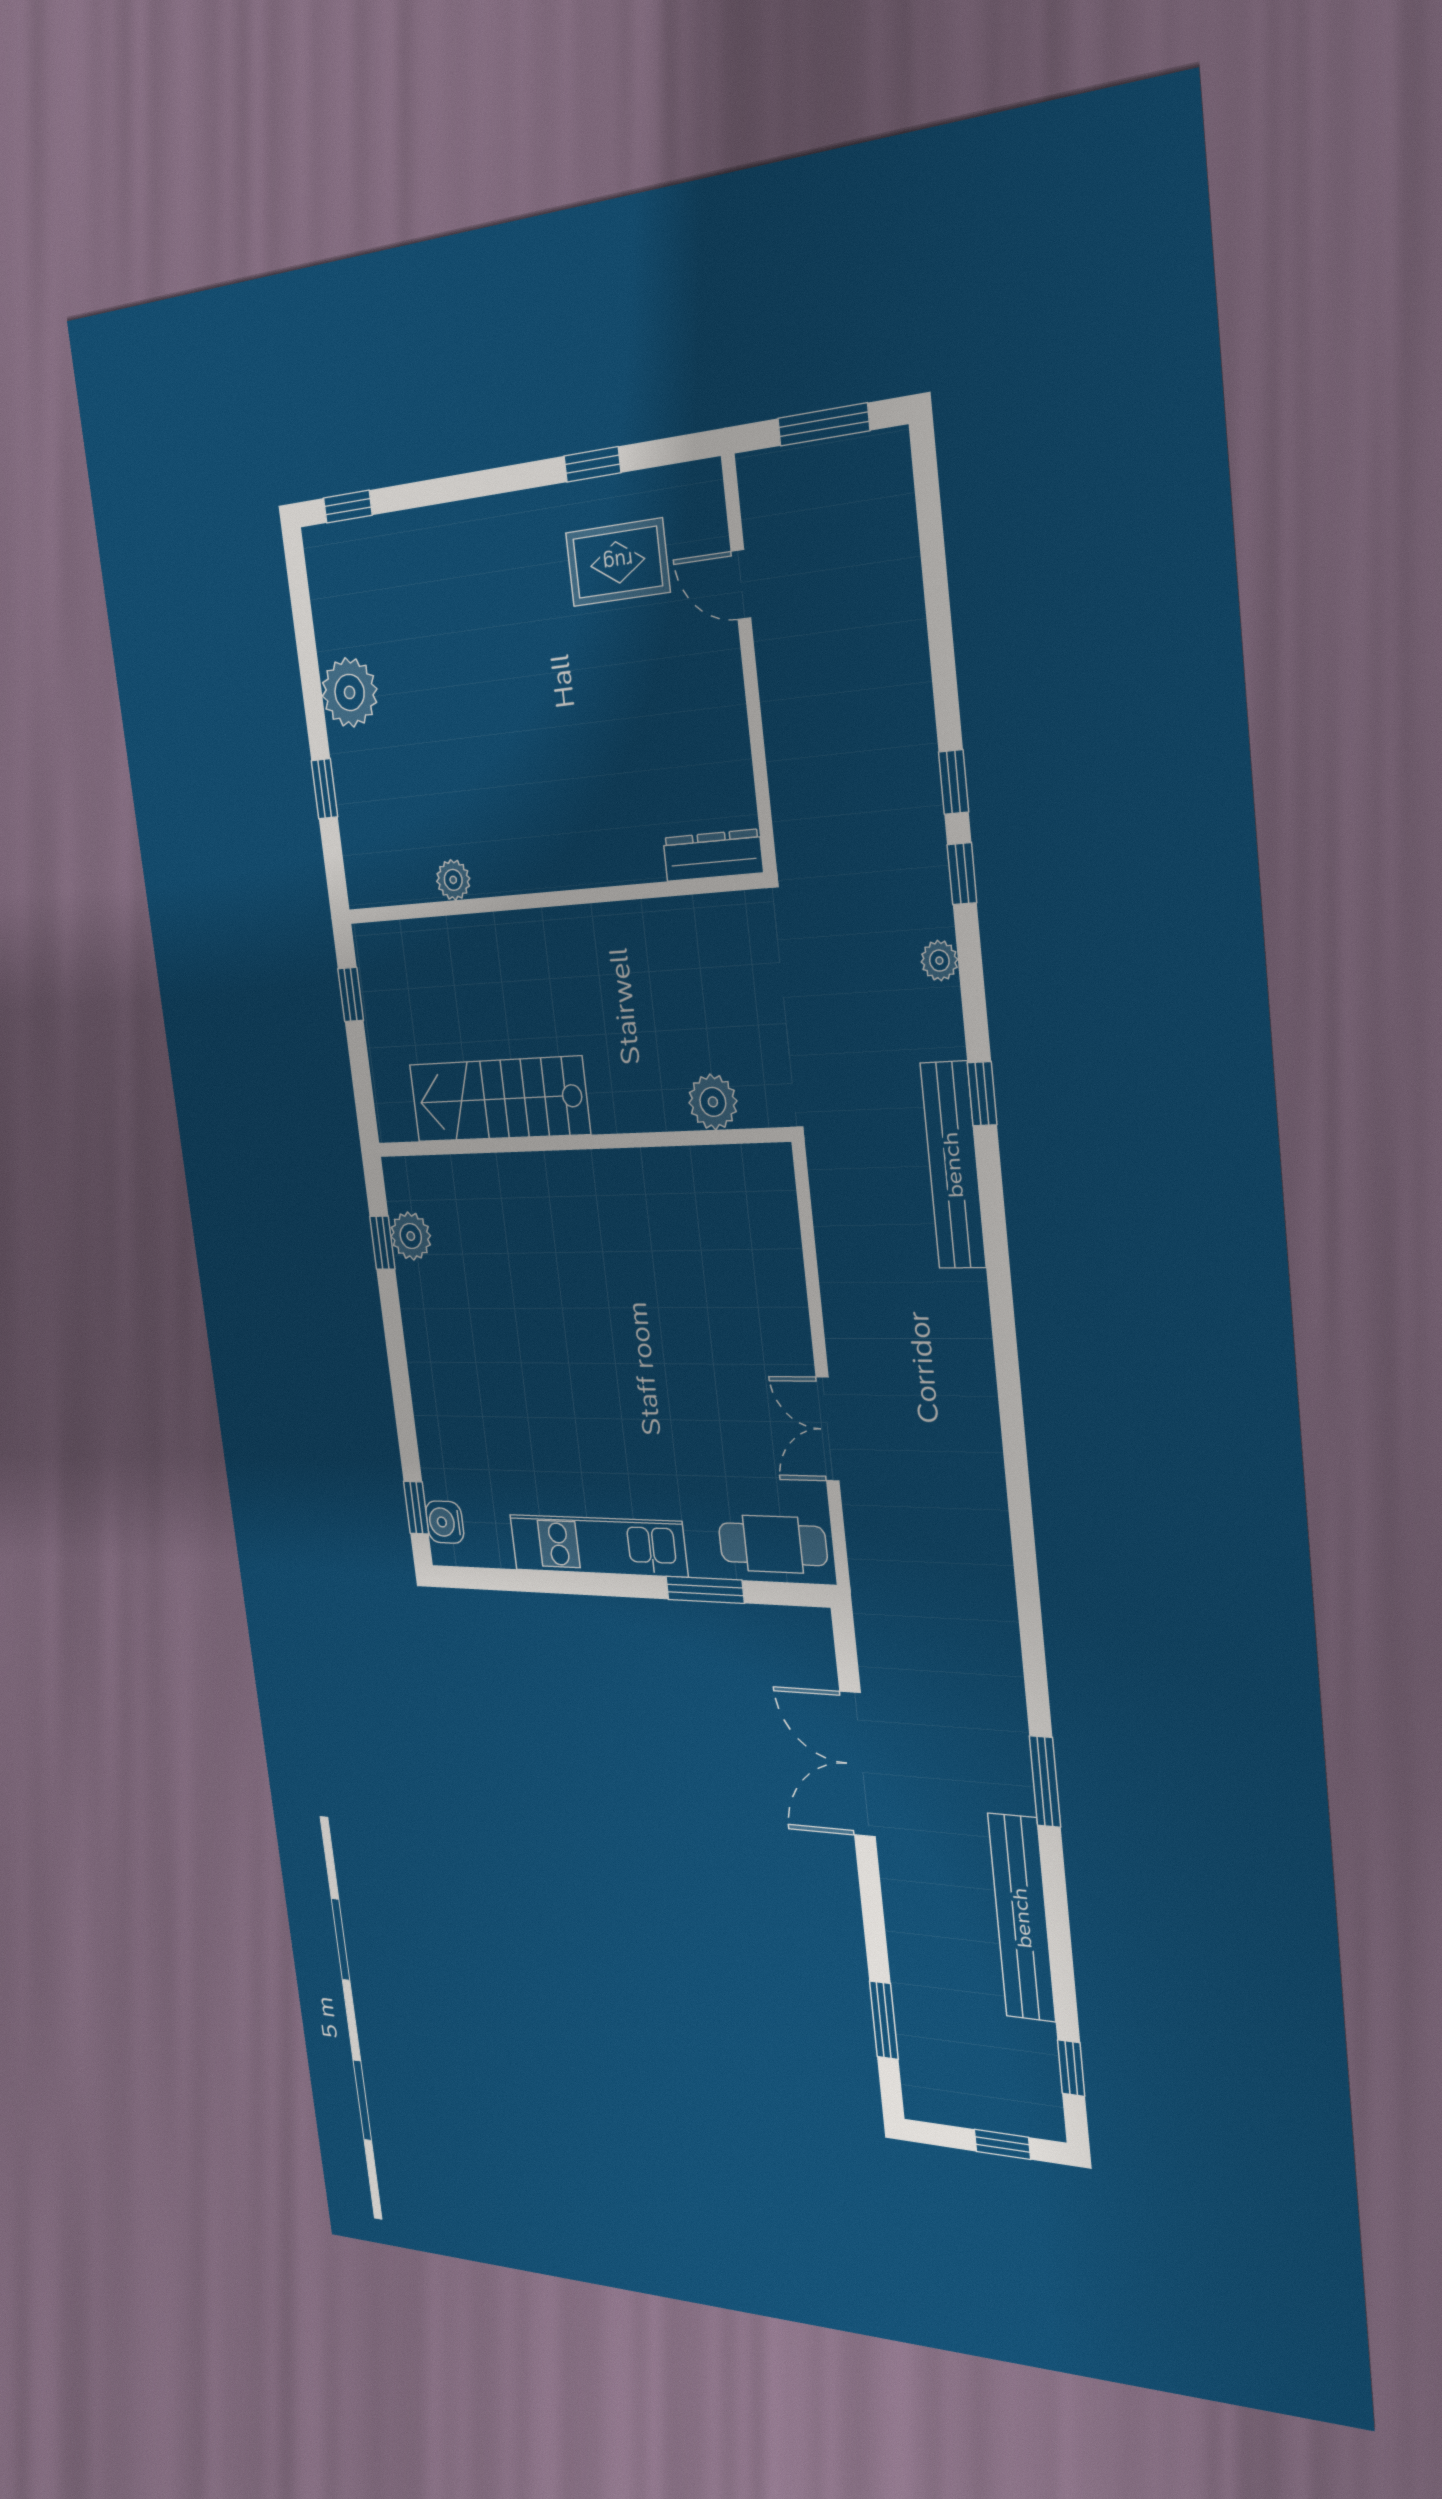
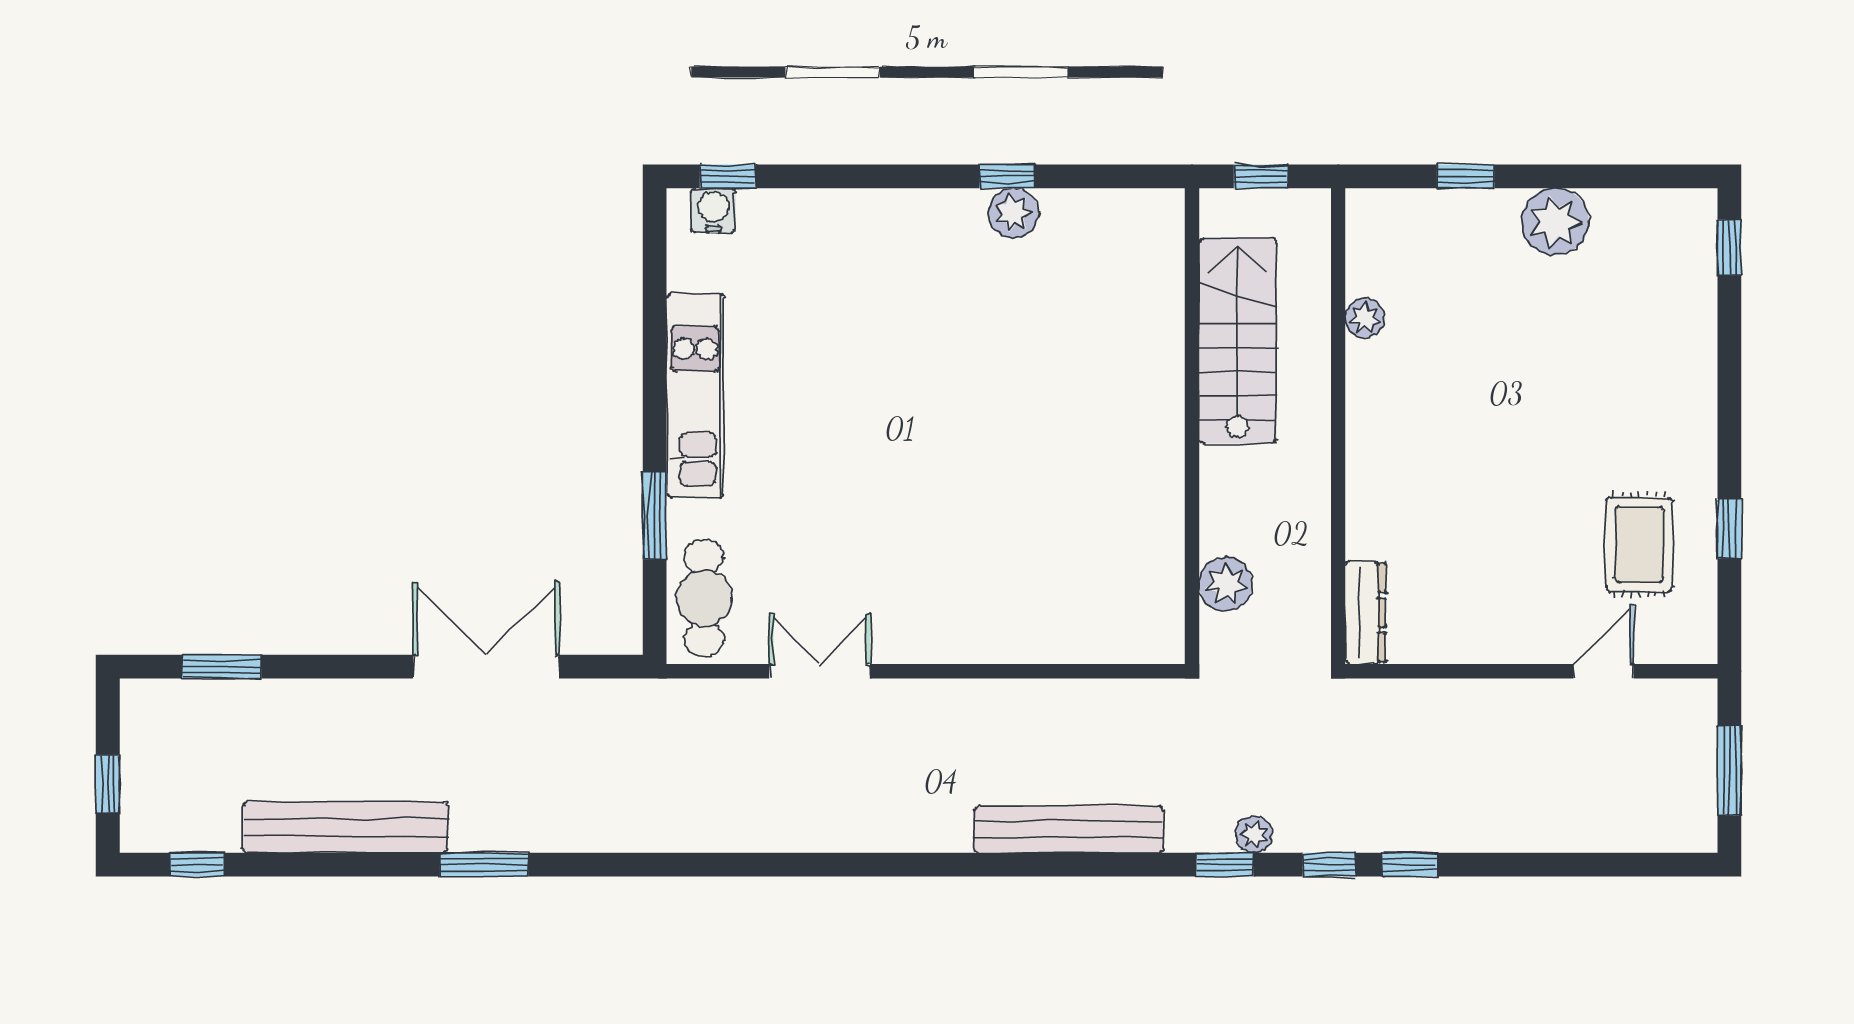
window: (982, 1094) -> (1225, 865), moved
stairs: (499, 1099) -> (1238, 341), moved
plant: (713, 1102) -> (1226, 584), moved
wall: (577, 1142) -> (1192, 426), moved

